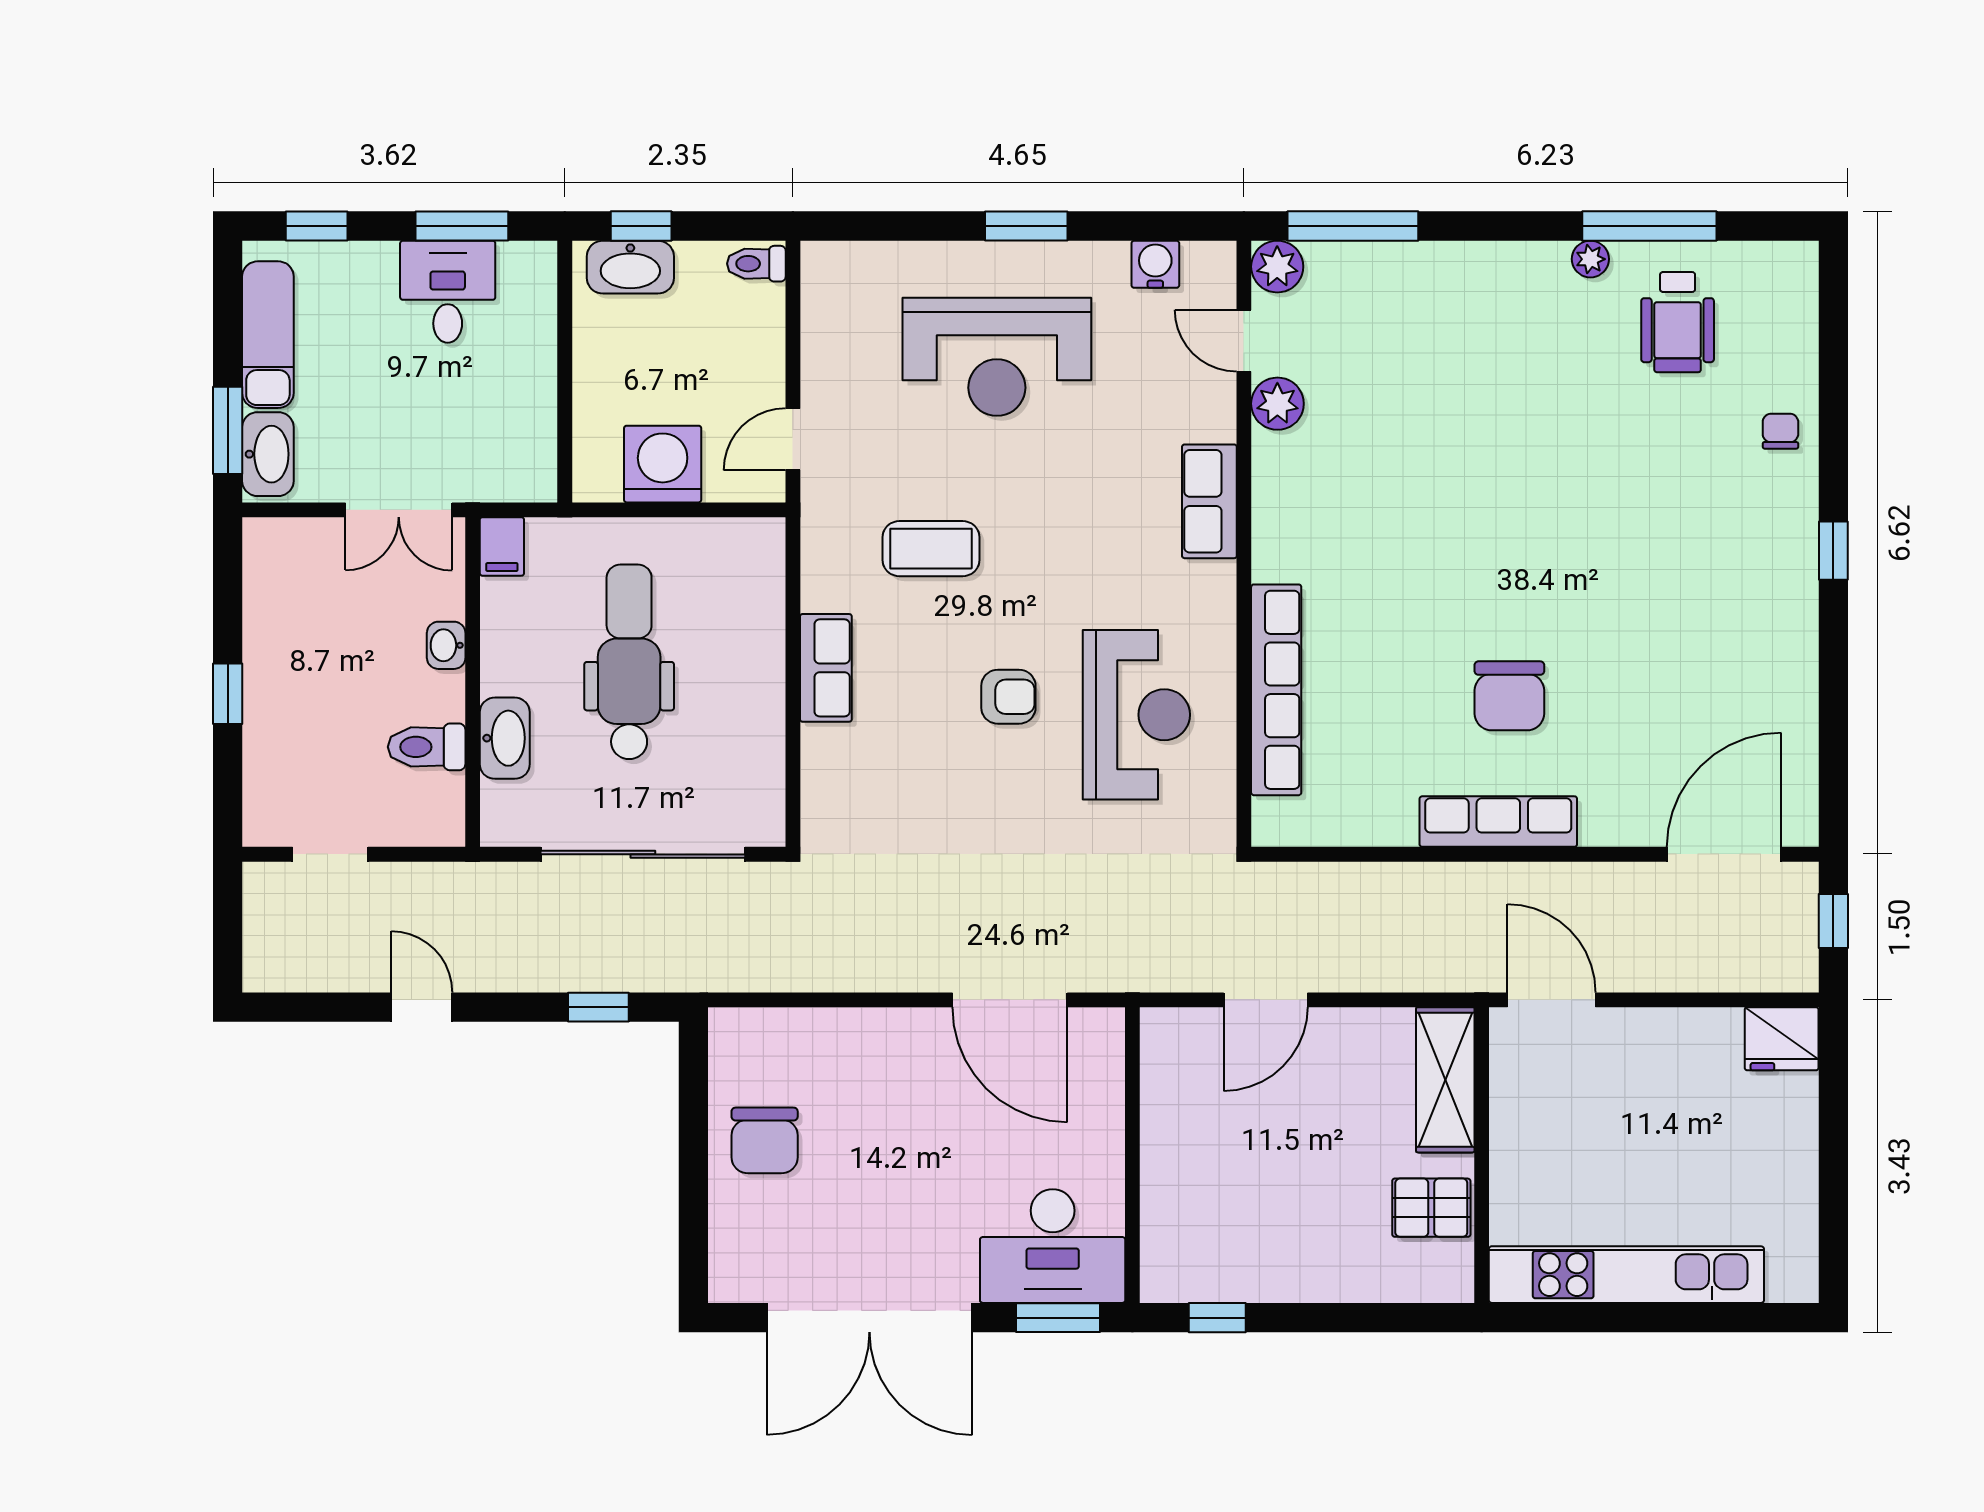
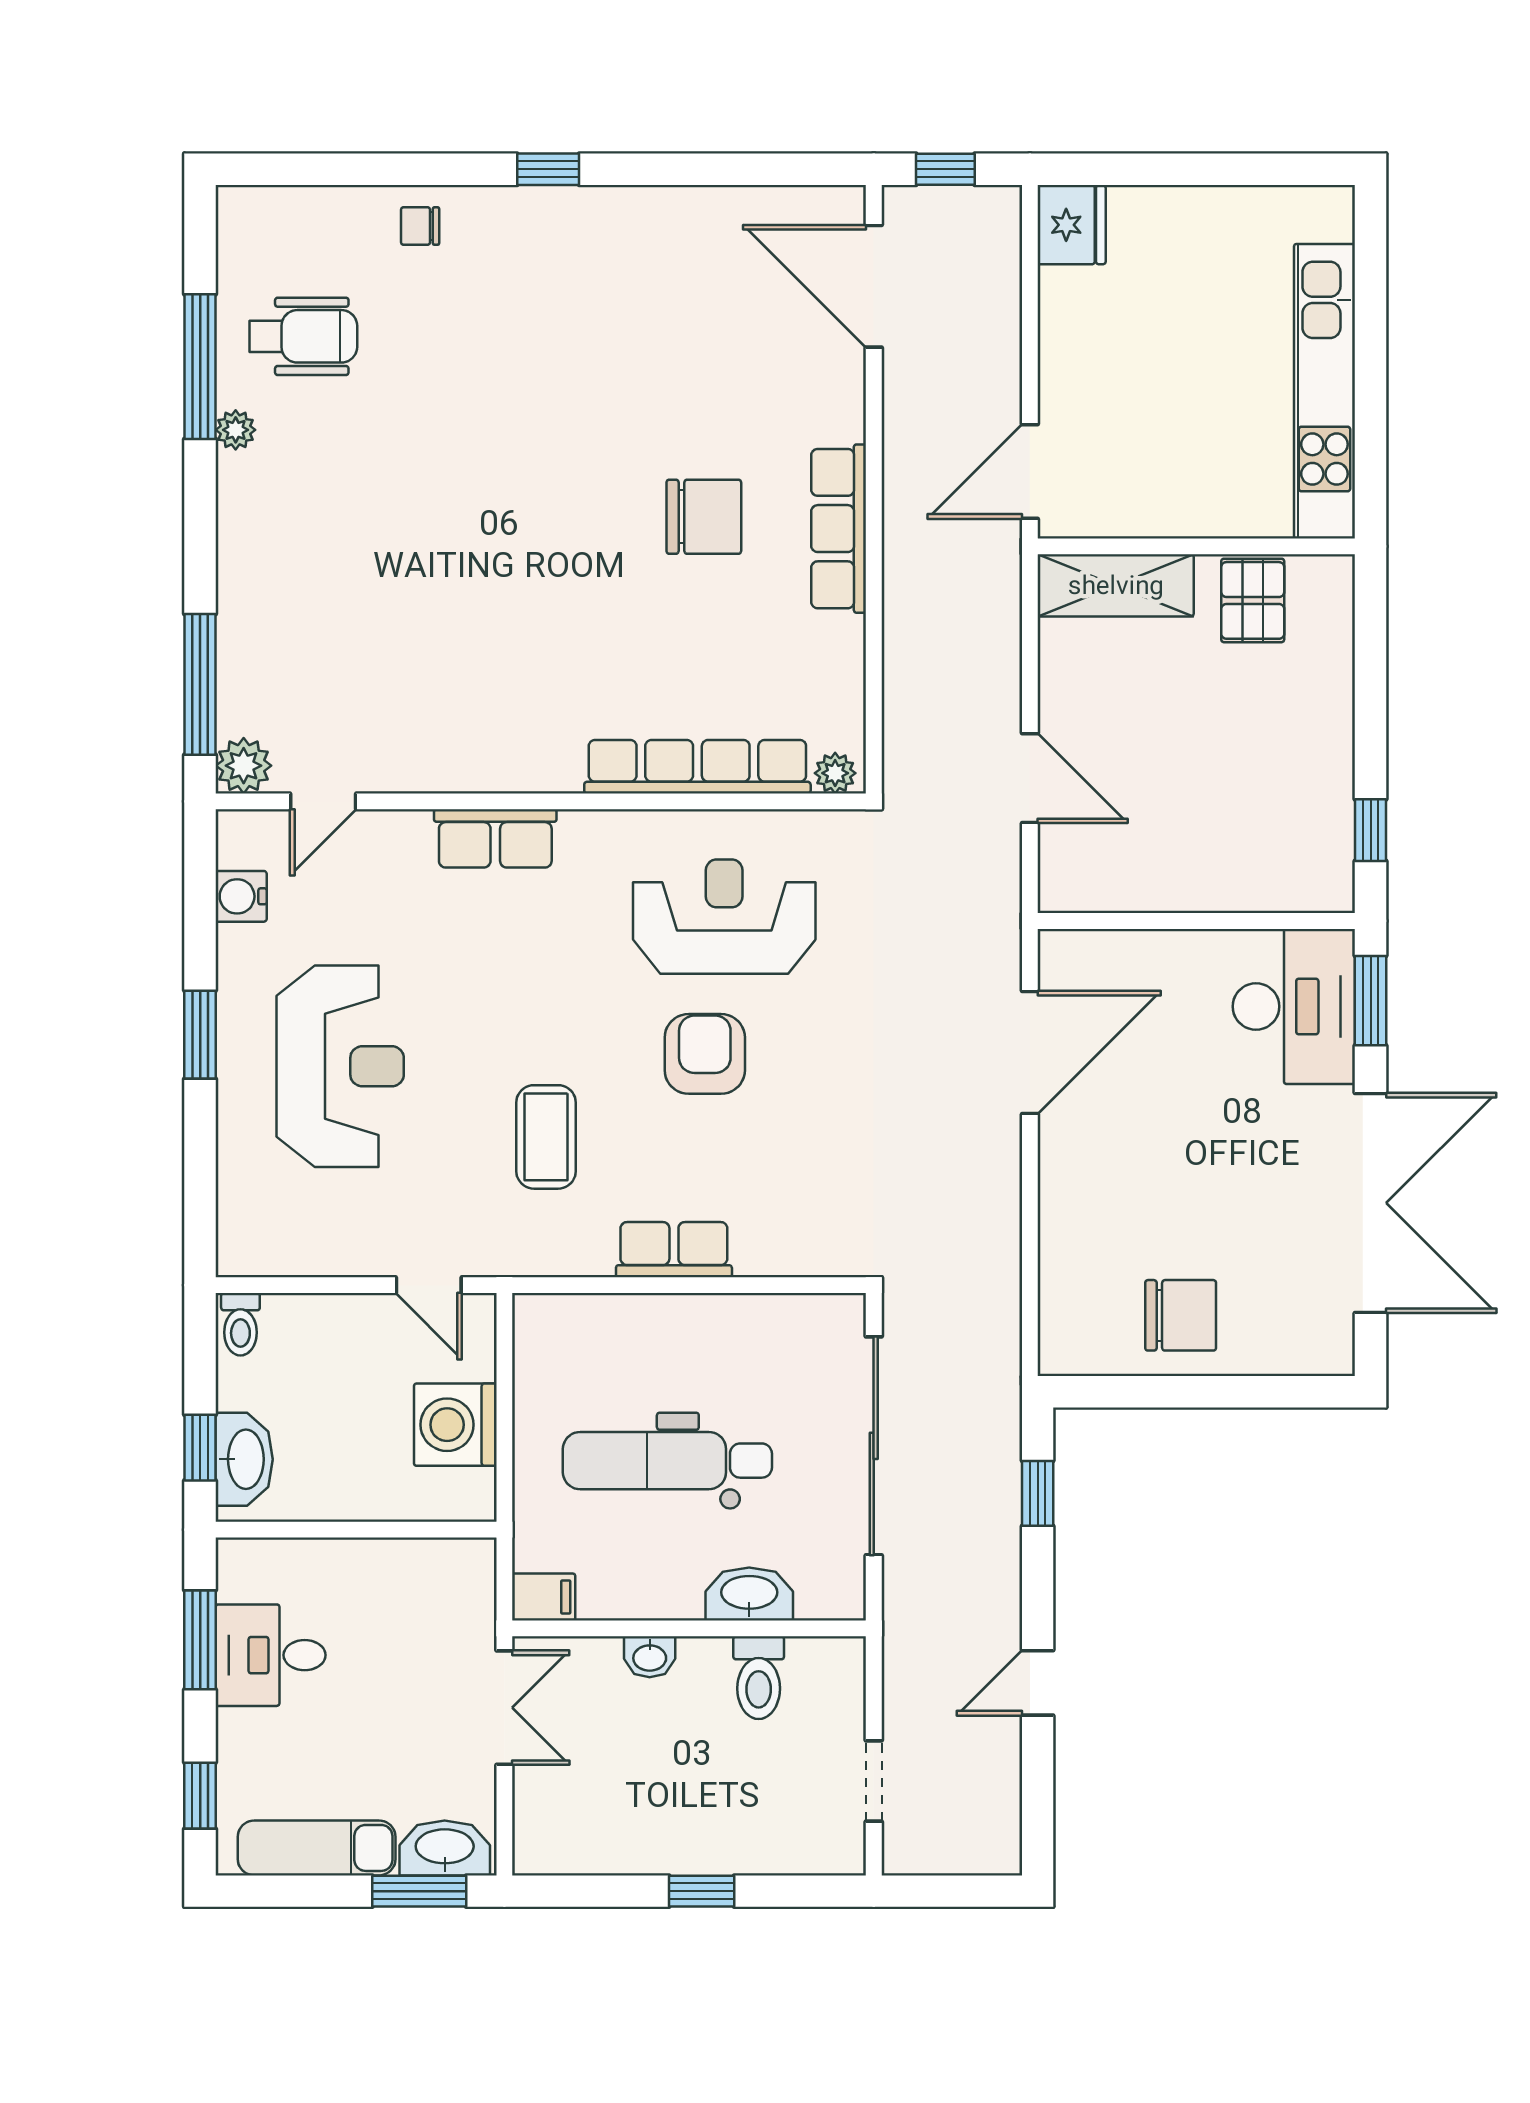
plant: (1277, 404) -> (835, 773), moved, width x0.73, depth x0.73
armchair: (1008, 697) -> (705, 1054), width x1.38, depth x1.38

